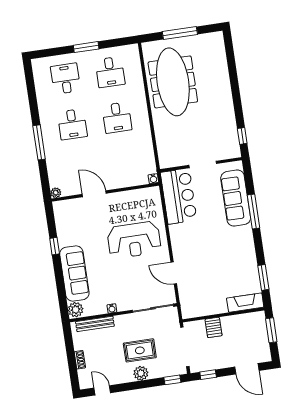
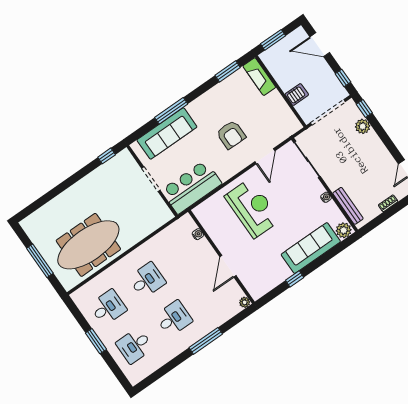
water cooler: (153, 179) -> (198, 234), moved
armchair: (207, 253) -> (231, 135), added
rug: (140, 350) -> (352, 152), removed
door: (247, 369) -> (320, 45), swing flipped
plant: (141, 373) -> (363, 126), moved

